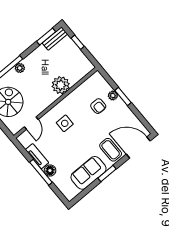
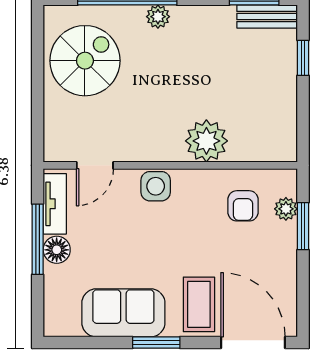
plant: (61, 85) -> (206, 141), moved
wall: (56, 103) -> (170, 165), moved
door: (31, 123) -> (95, 165), moved

